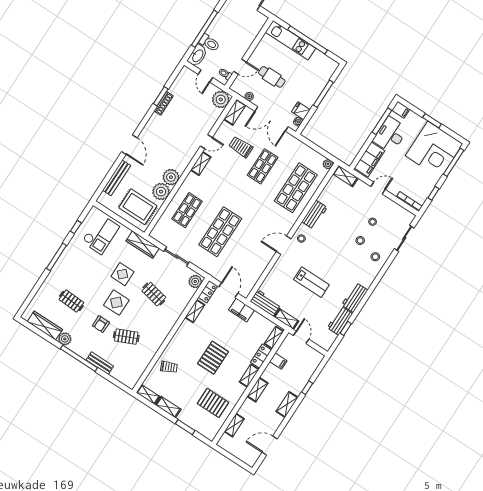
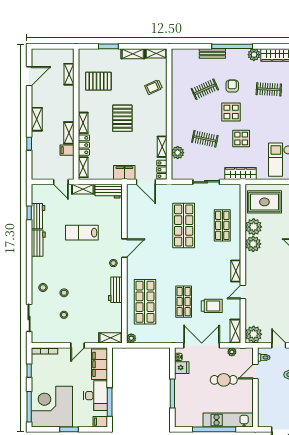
plant: (195, 281) -> (178, 153), moved
shelving: (257, 390) -> (69, 133), moved

